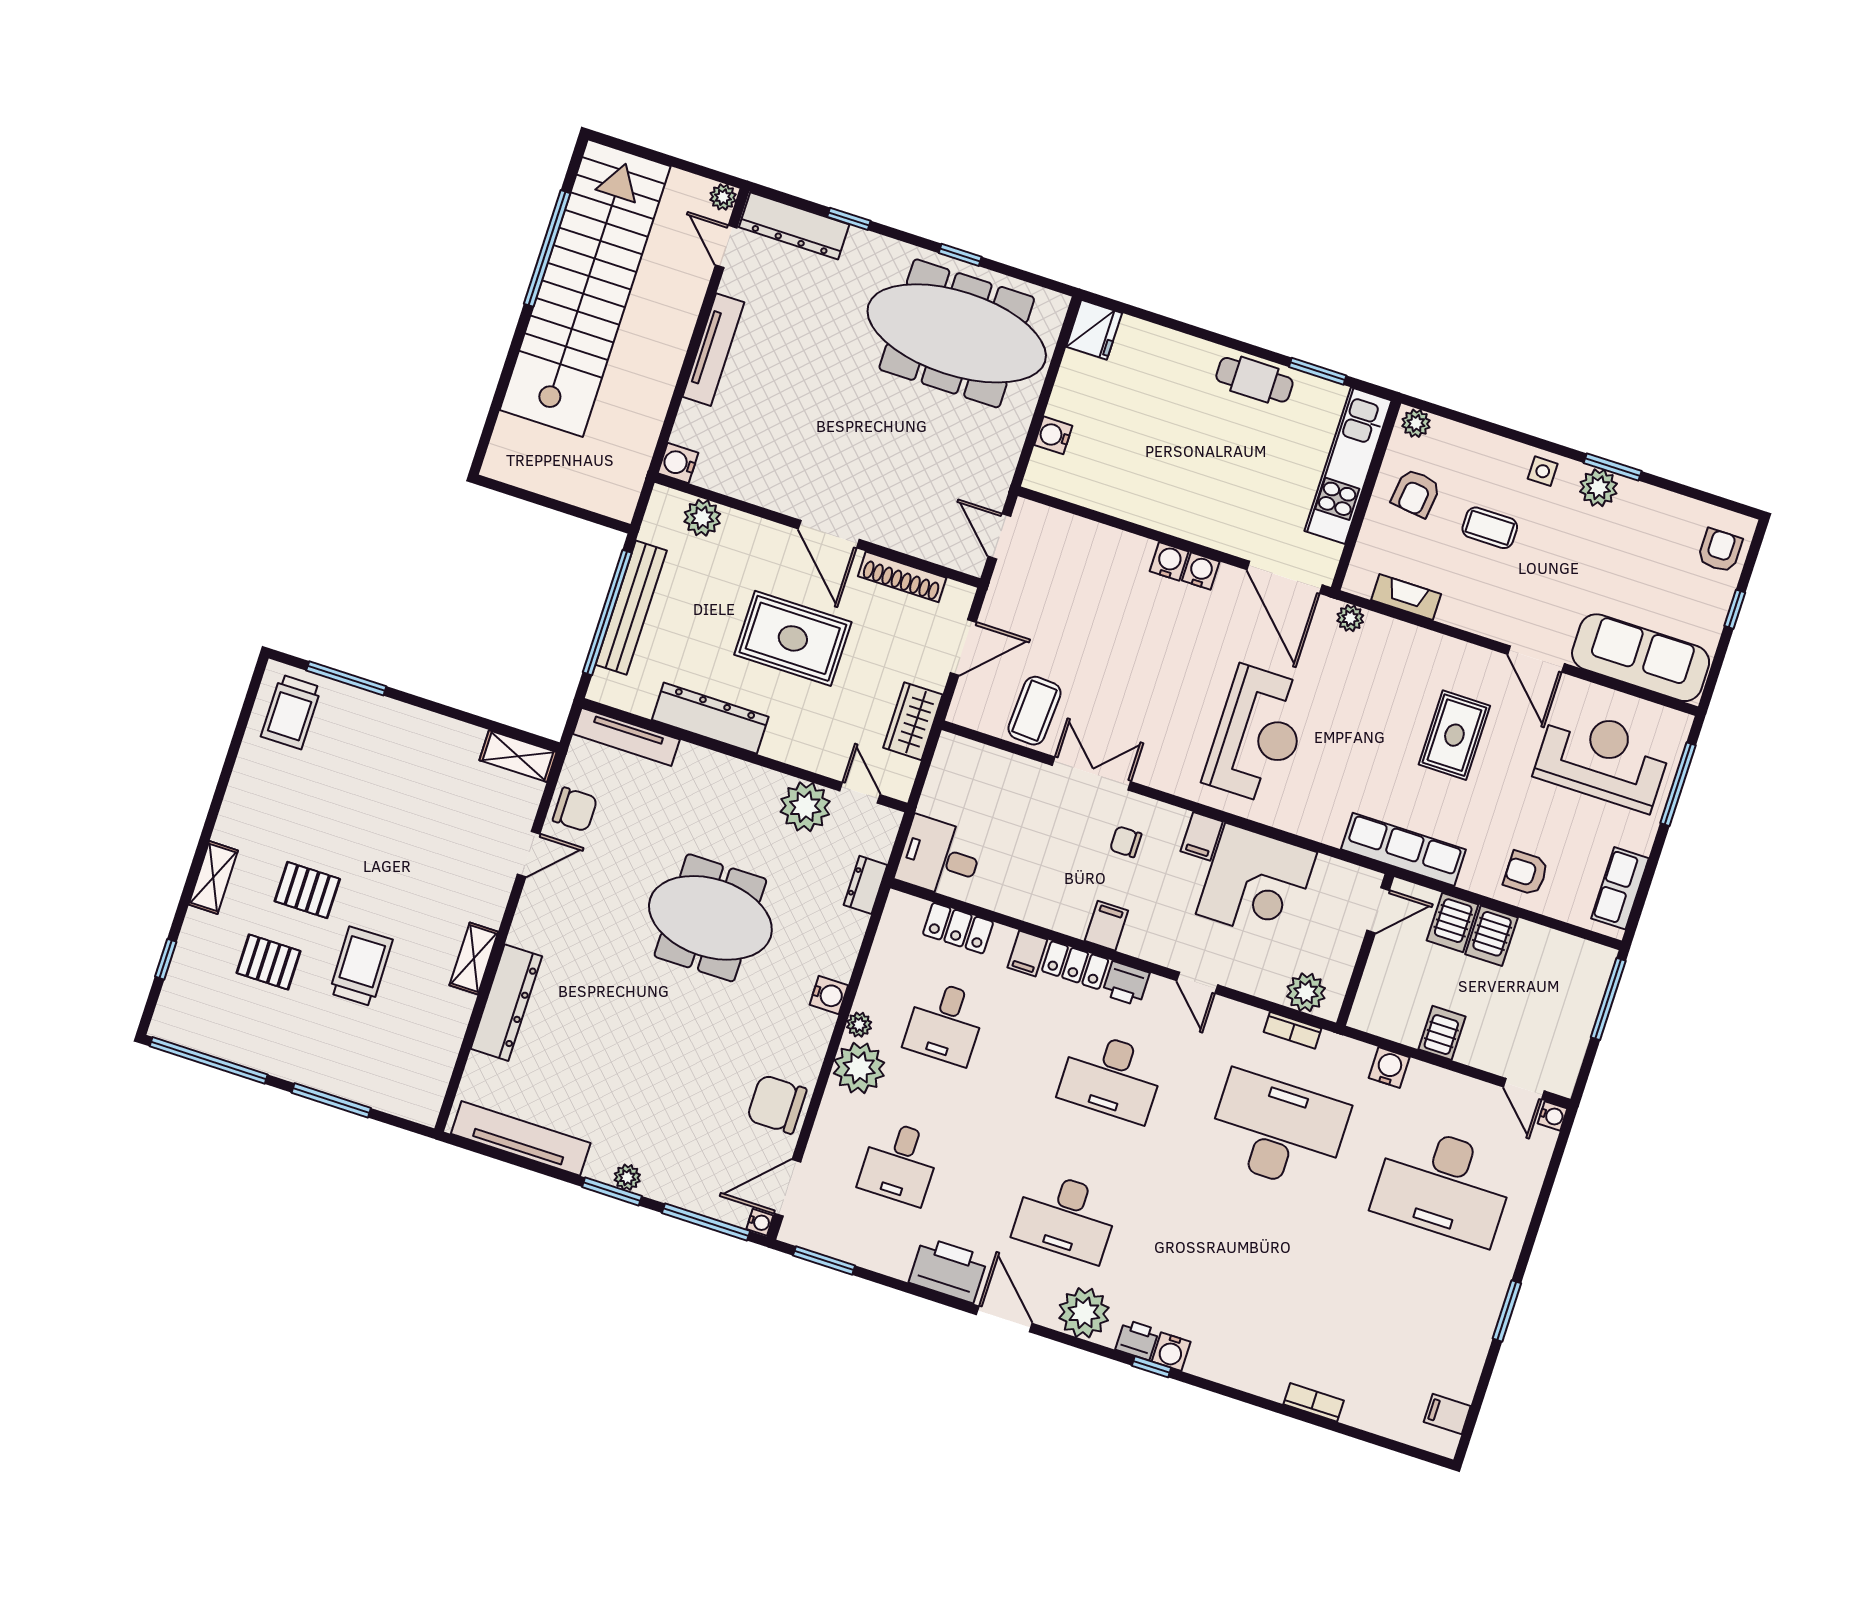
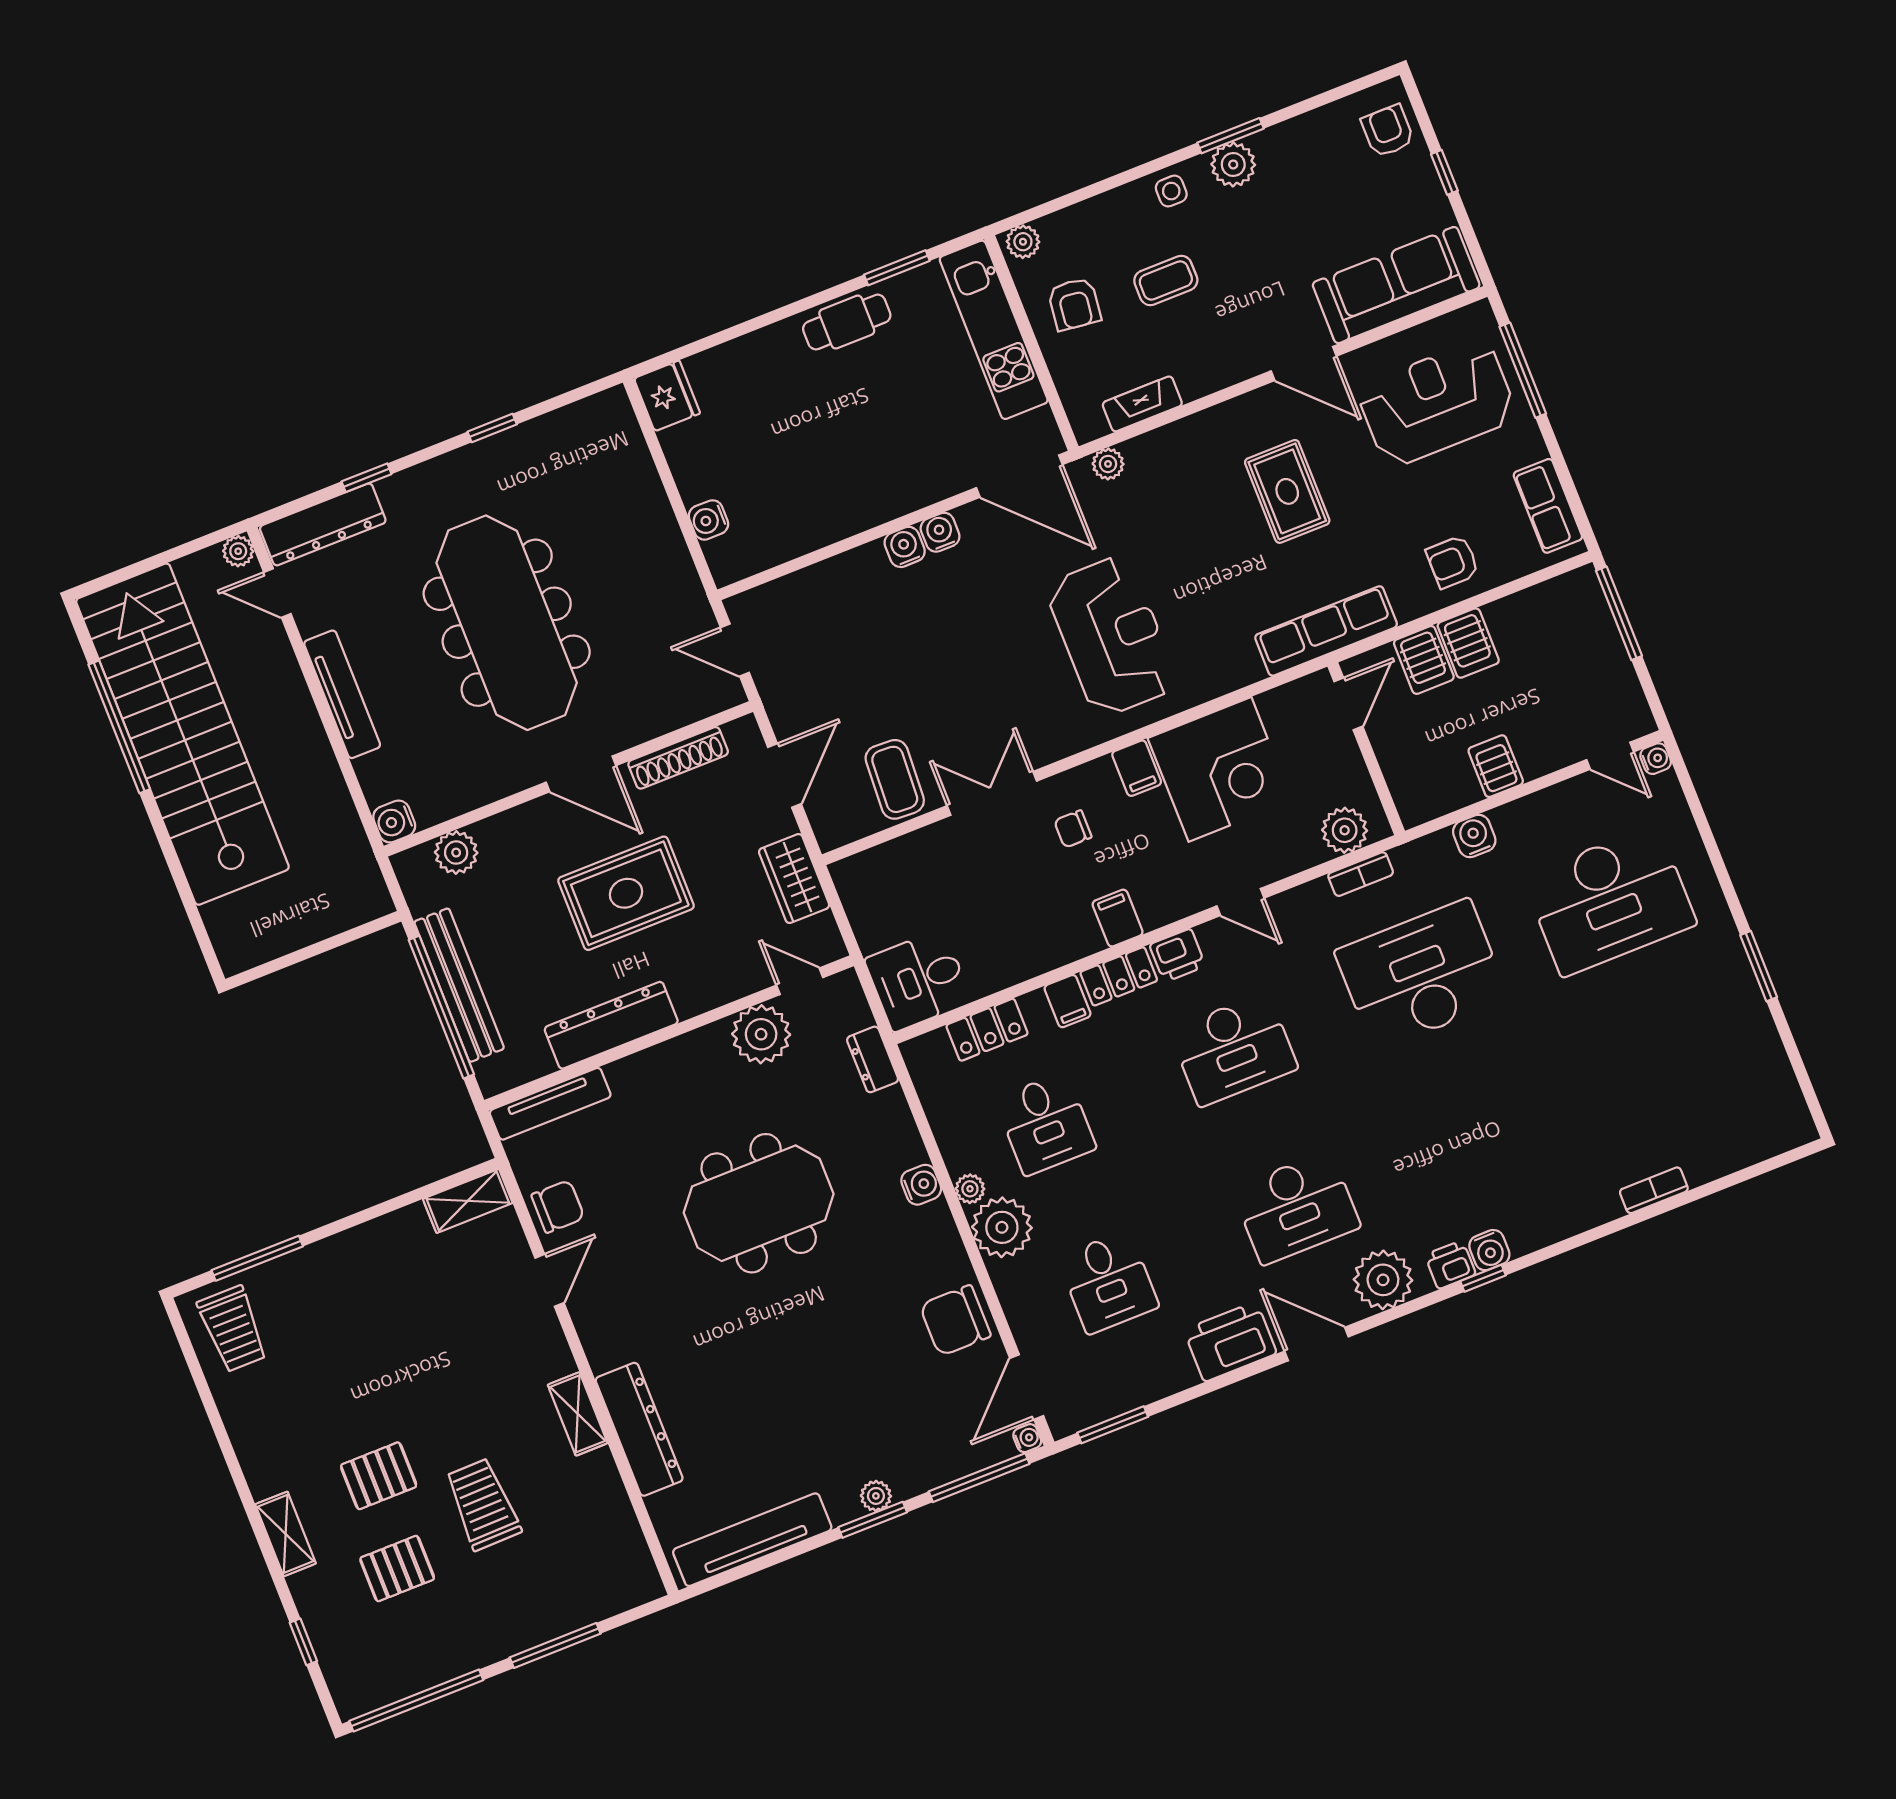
meeting table: (957, 333) -> (507, 623), moved, turned 90
filing cabinet: (1447, 1414) -> (1782, 1102), removed

